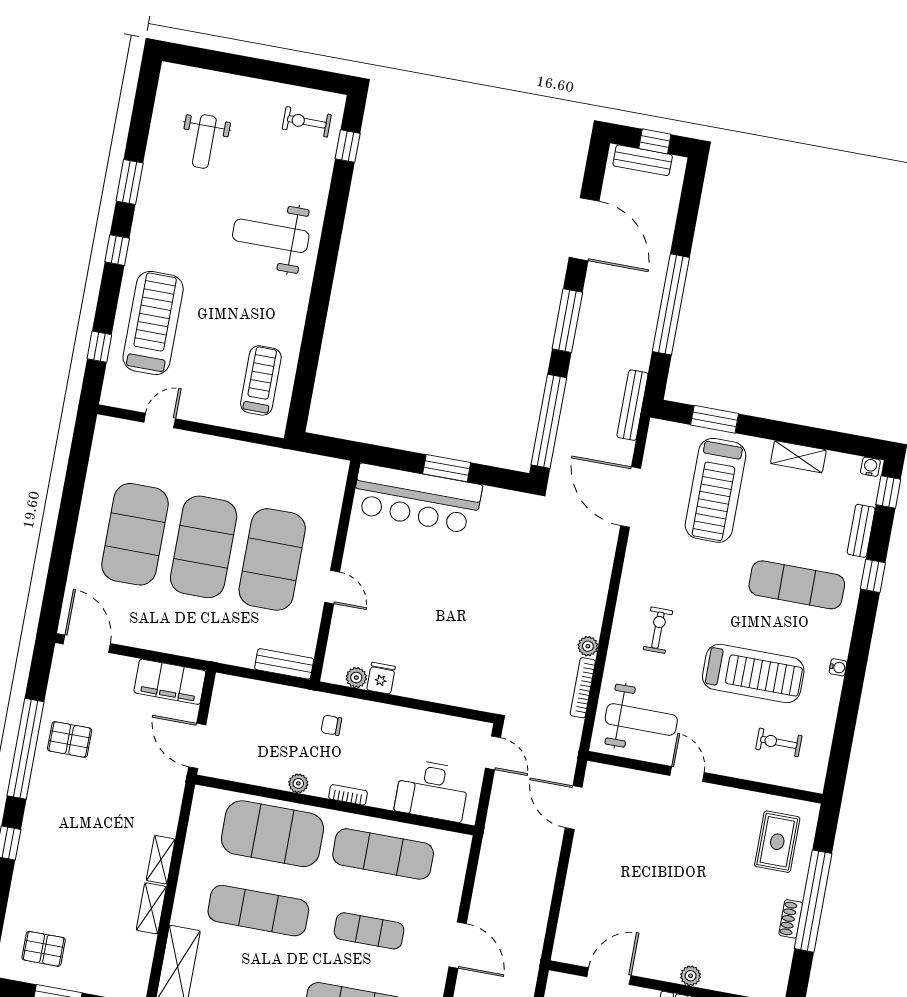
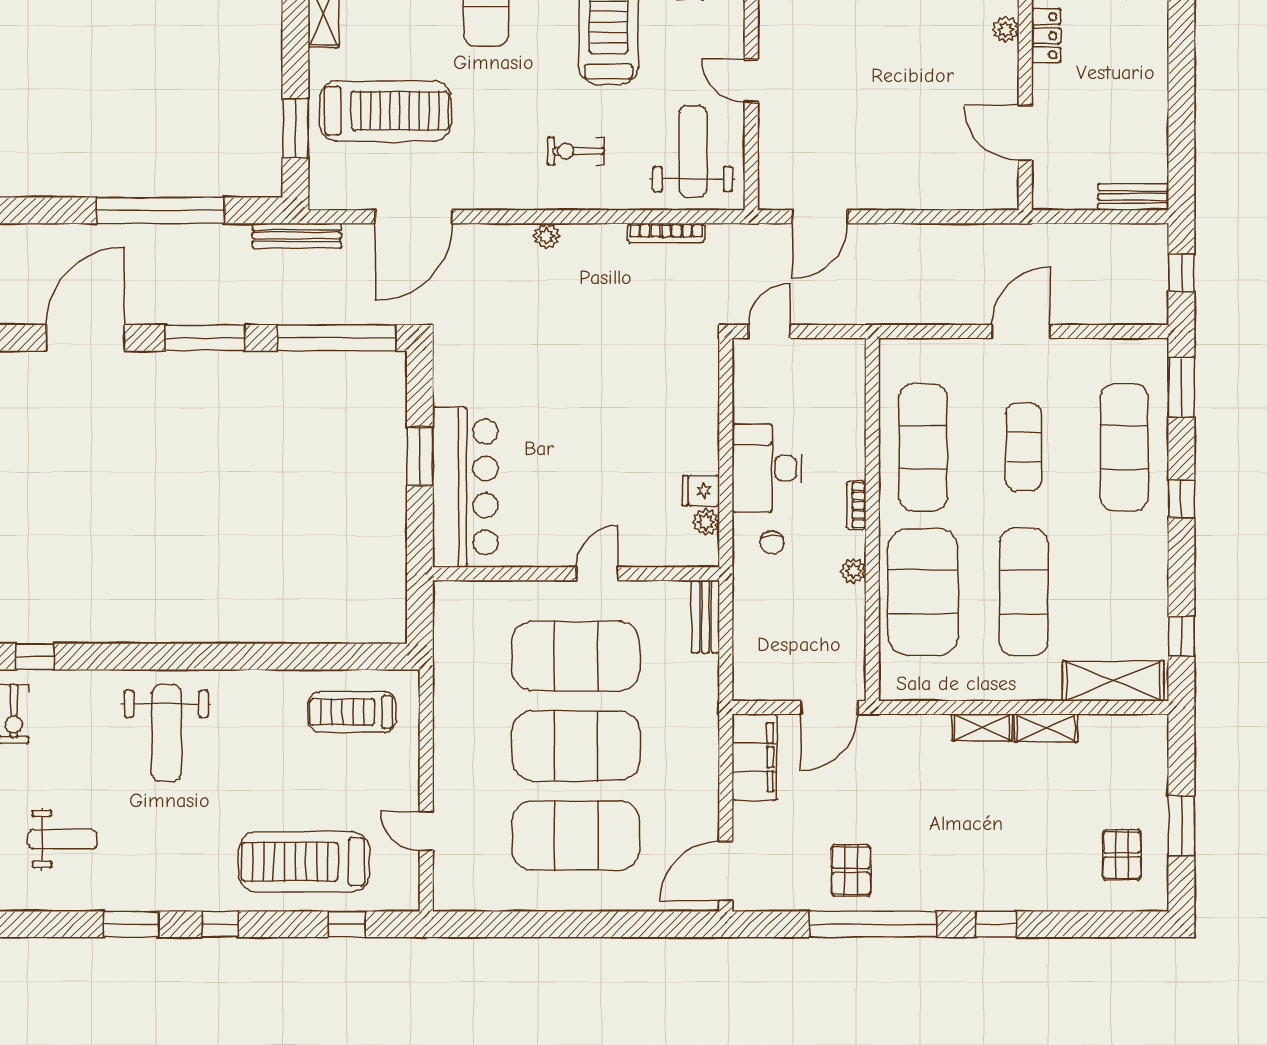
plant: (588, 646) -> (547, 236), moved
door: (687, 774) -> (751, 81), hinge flipped
desk: (432, 790) -> (767, 468), moved, turned 180

